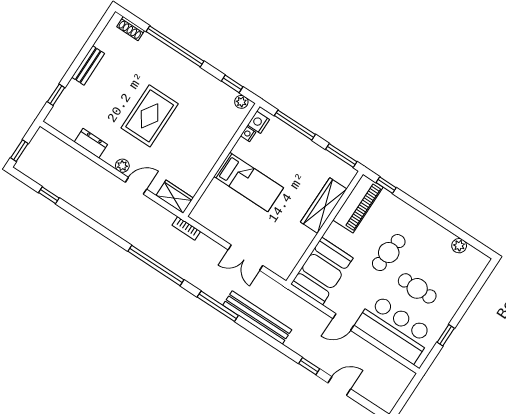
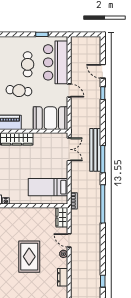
rug: (150, 116) -> (29, 257), turned 90
bed: (249, 182) -> (48, 187), moved, turned -90
double door: (245, 258) -> (69, 149), moved
bench: (257, 317) -> (95, 150), moved

